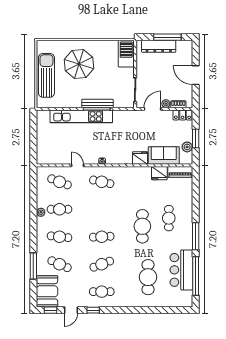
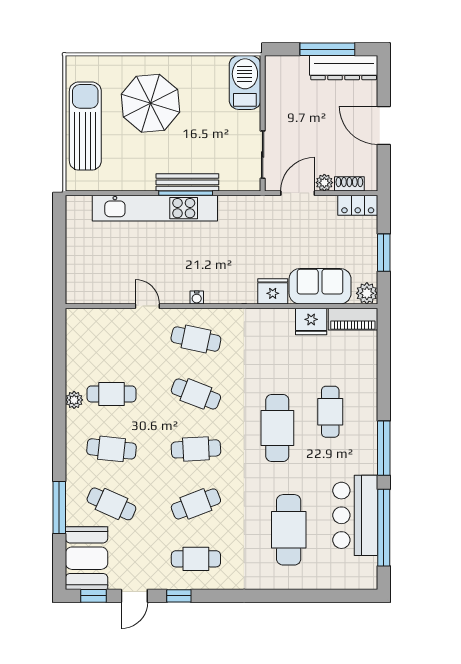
dresser: (159, 46) -> (344, 68), moved
plant: (187, 147) -> (367, 293), moved
cafe table: (60, 182) -> (196, 394), moved

